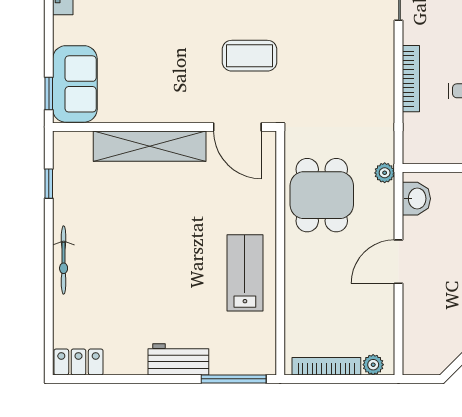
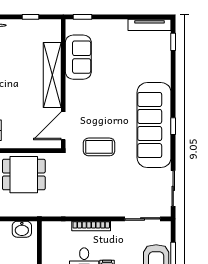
coffee table: (250, 56) -> (99, 147), moved, turned 90
sofa: (75, 84) -> (78, 57), moved, turned -90
plant: (385, 173) -> (37, 211), removed

